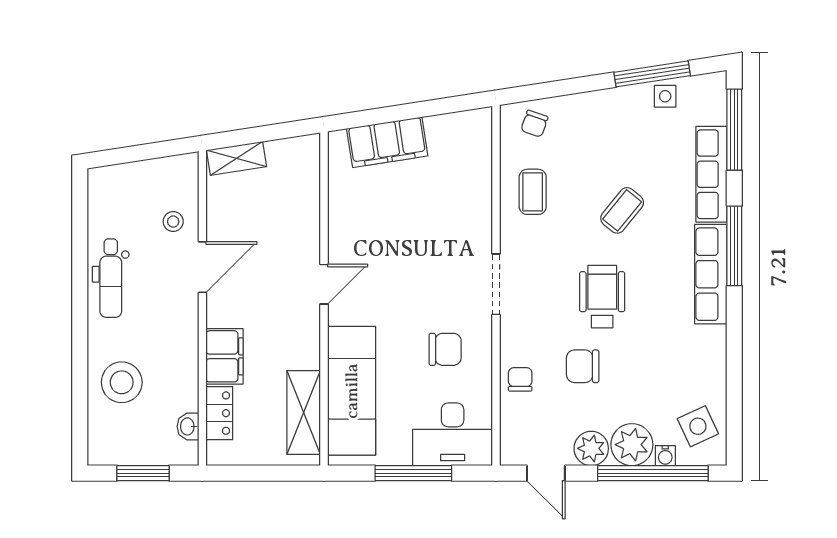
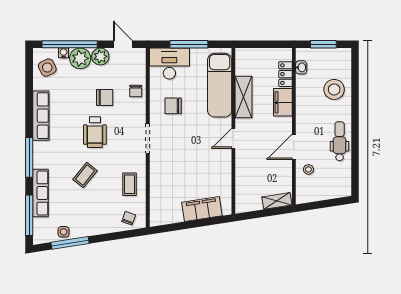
row of seats: (711, 274) -> (41, 116), moved
shelving: (304, 412) -> (244, 97), moved

